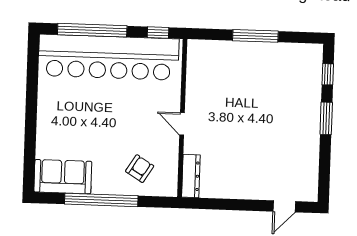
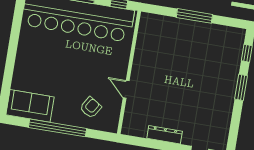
door: (182, 124) -> (126, 89), moved
dresser: (191, 176) -> (165, 135), moved, turned -90

